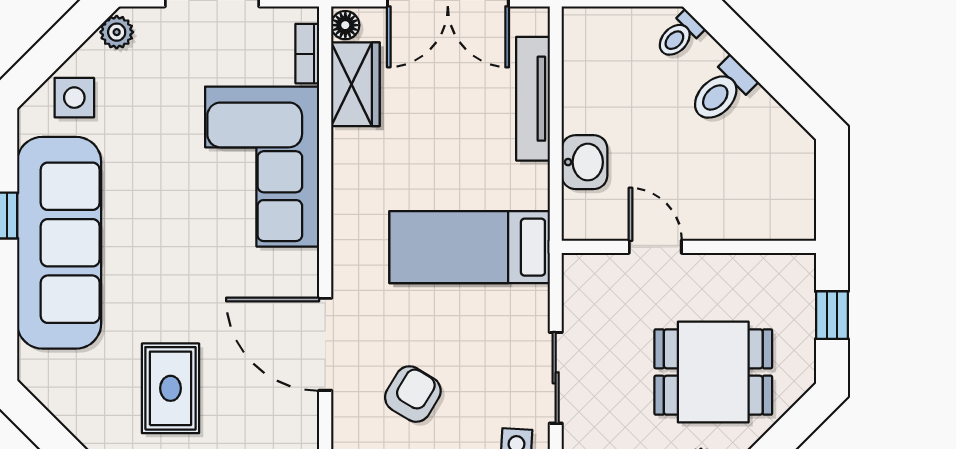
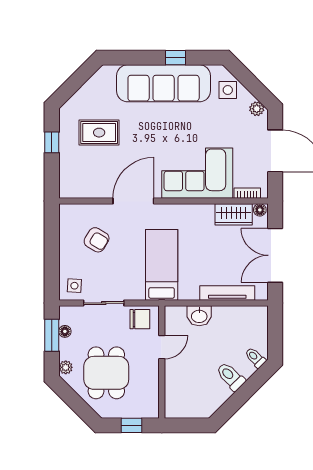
chair: (592, 296) -> (140, 319), added
door: (325, 344) -> (133, 201), moved

